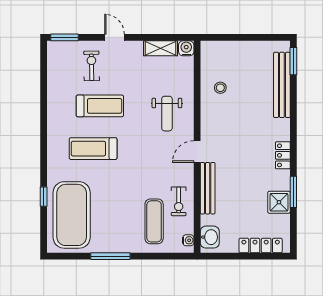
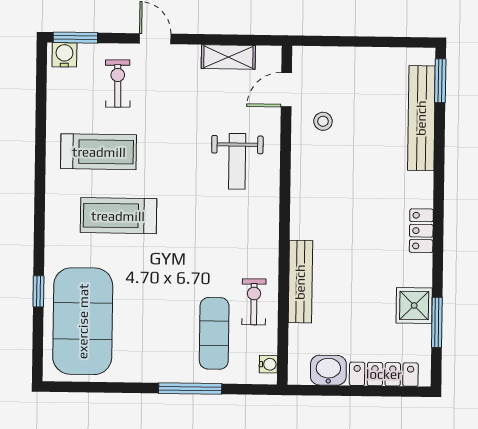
water cooler: (186, 48) -> (64, 55), moved
treadmill: (100, 106) -> (99, 152), moved
door: (197, 152) -> (286, 90), moved
window: (293, 192) -> (437, 322), moved
exercise bike: (179, 201) -> (254, 302), turned 180
washbasin: (210, 237) -> (328, 370), moved, turned -90
window: (110, 256) -> (190, 389), moved

